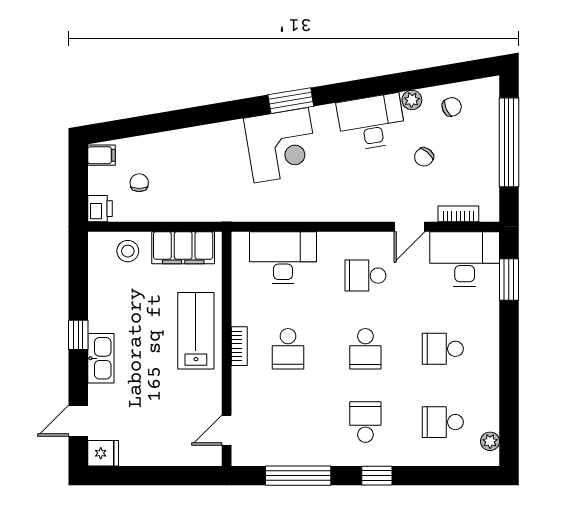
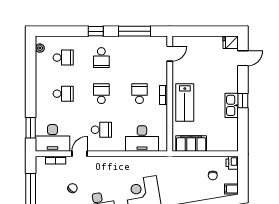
stool: (128, 251) -> (218, 142), removed
kitchen sink: (101, 358) -> (232, 105), moved

